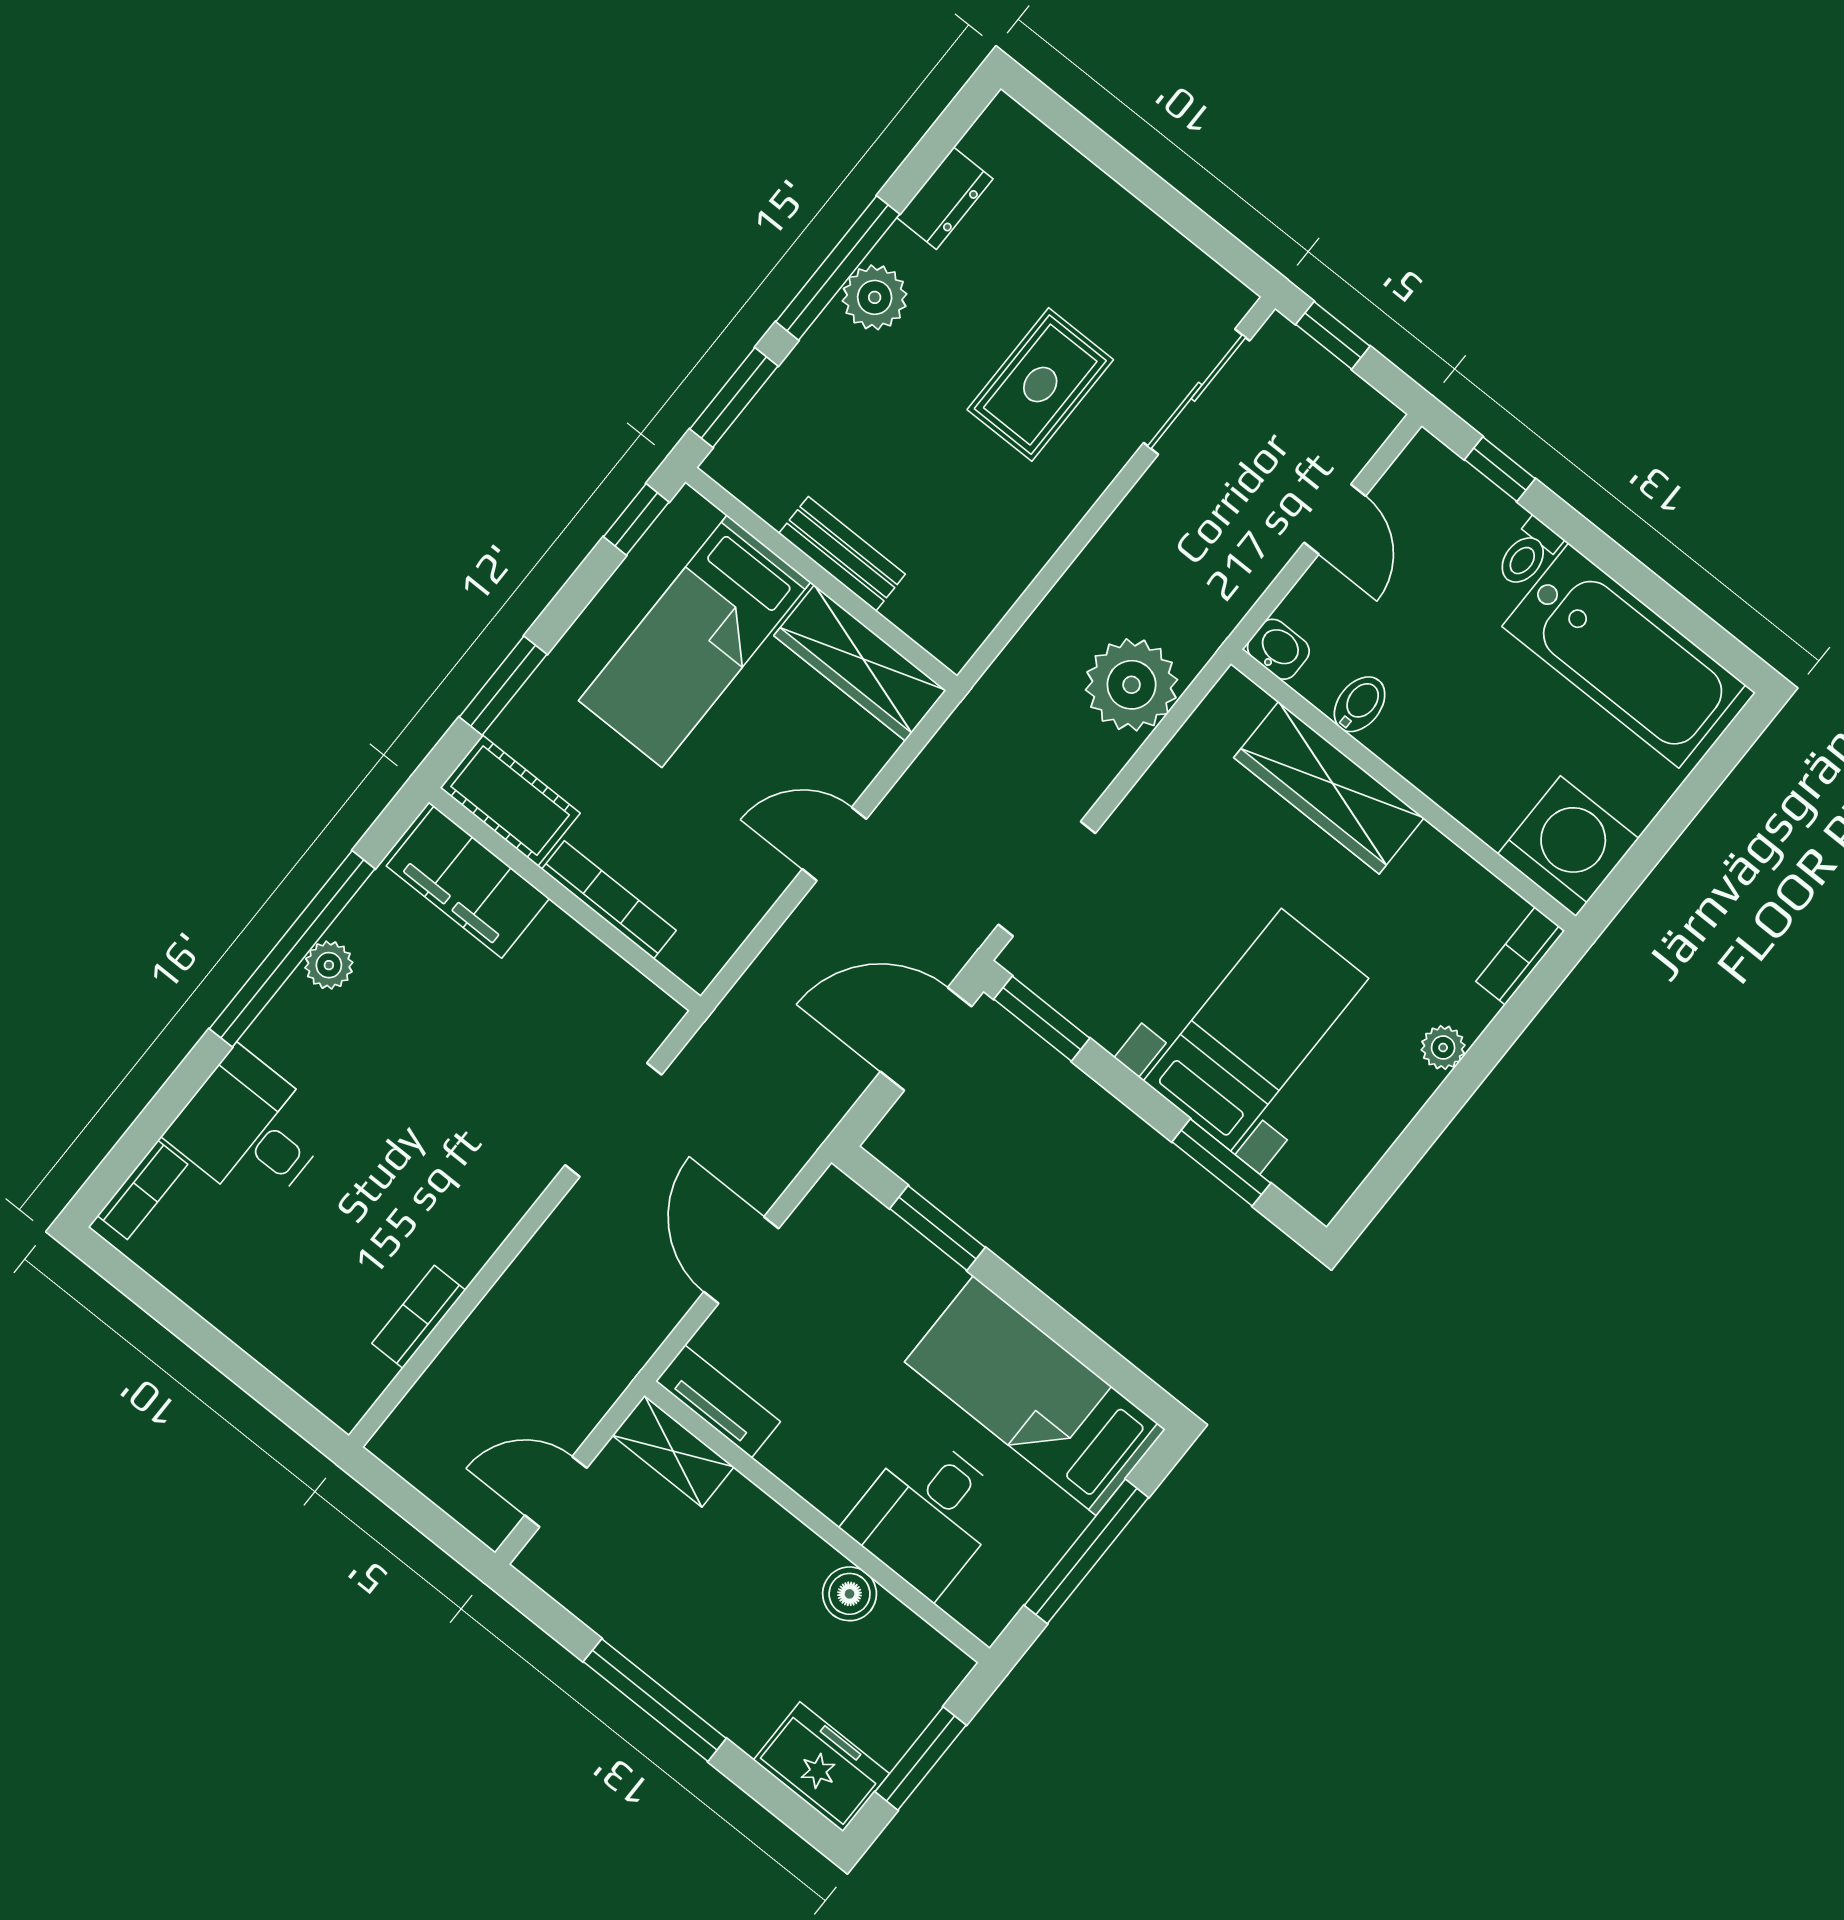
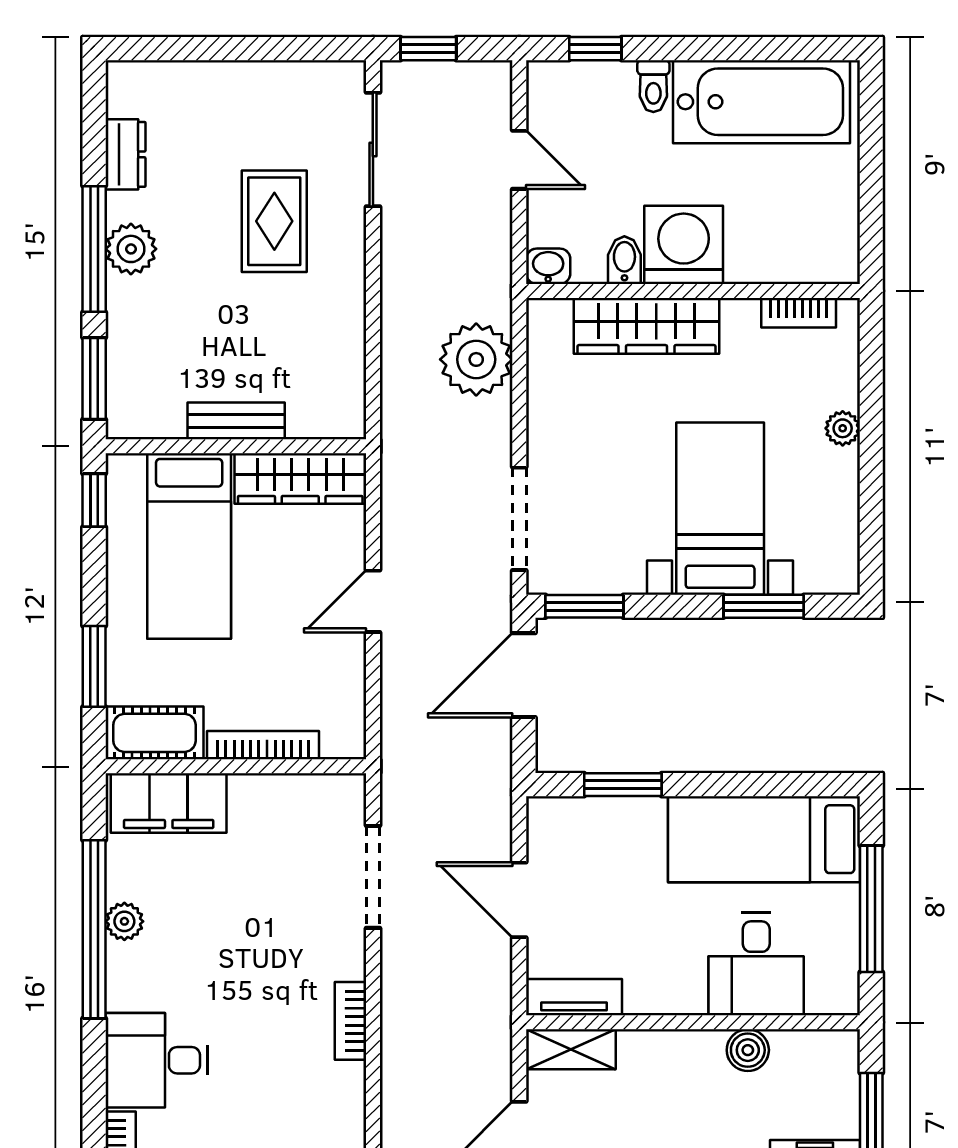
washing machine: (1568, 846) -> (684, 245), moved
bookcase: (1520, 956) -> (799, 313), moved, turned -90
bookcase: (419, 1317) -> (351, 1021), moved

